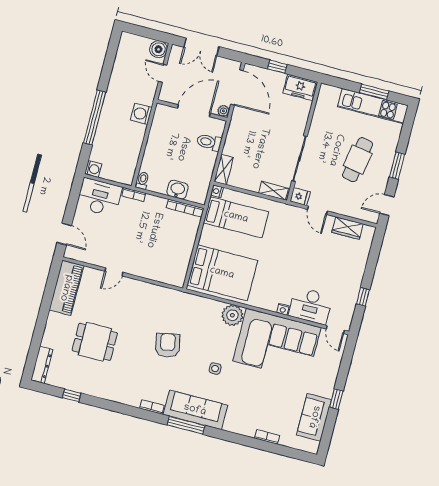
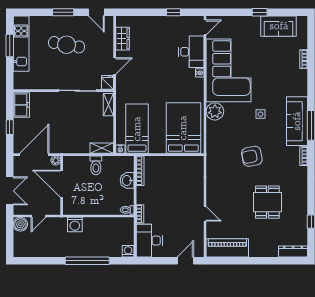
toilet: (209, 142) -> (96, 165), moved
dining table: (95, 342) -> (267, 202), moved

